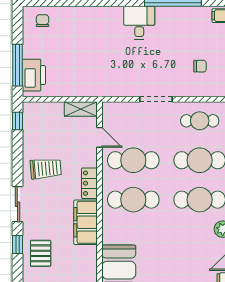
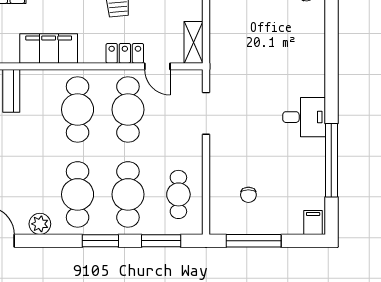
doorway: (156, 99) -> (206, 113), moved
door: (100, 137) -> (157, 66), hinge flipped
locker: (89, 183) -> (125, 53), moved

